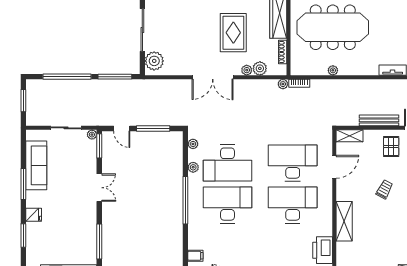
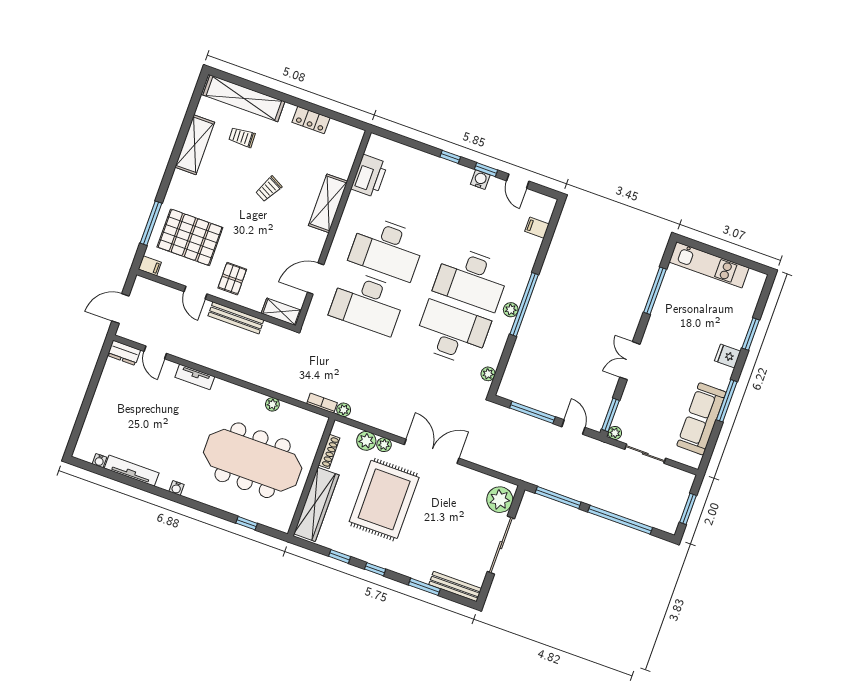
rug: (233, 33) -> (384, 499), width x1.37, depth x1.44
plant: (193, 167) -> (511, 310), moved
trolley: (385, 189) -> (269, 189), moved

